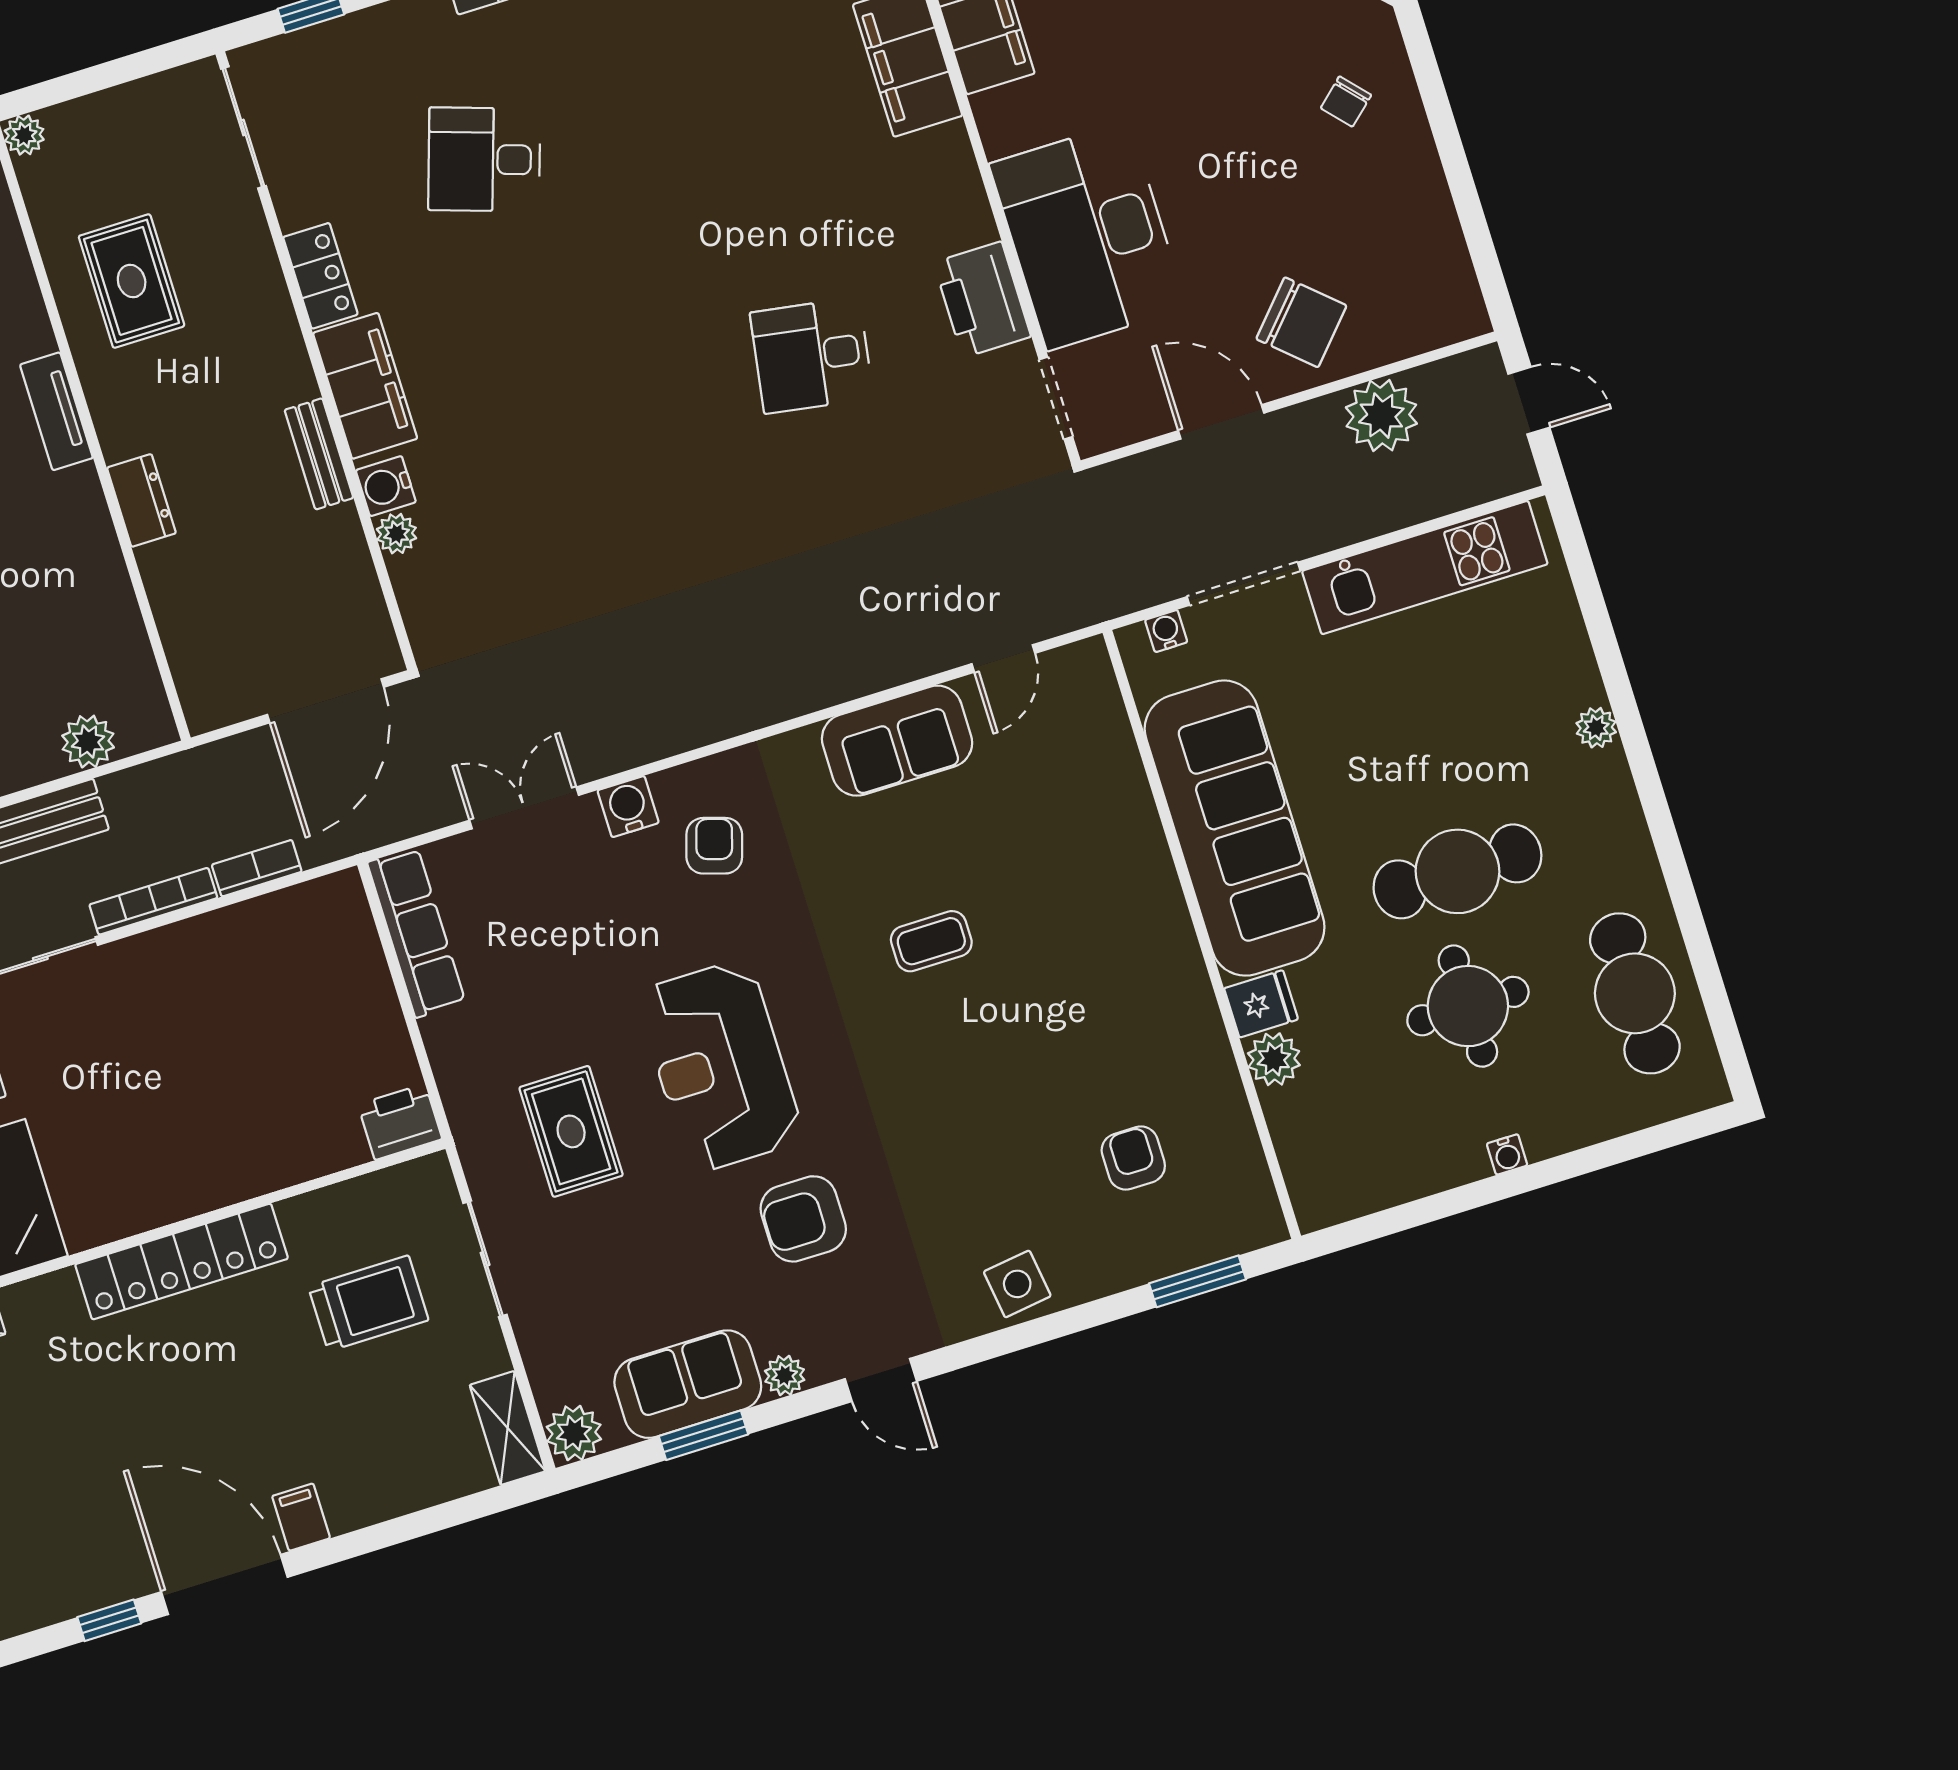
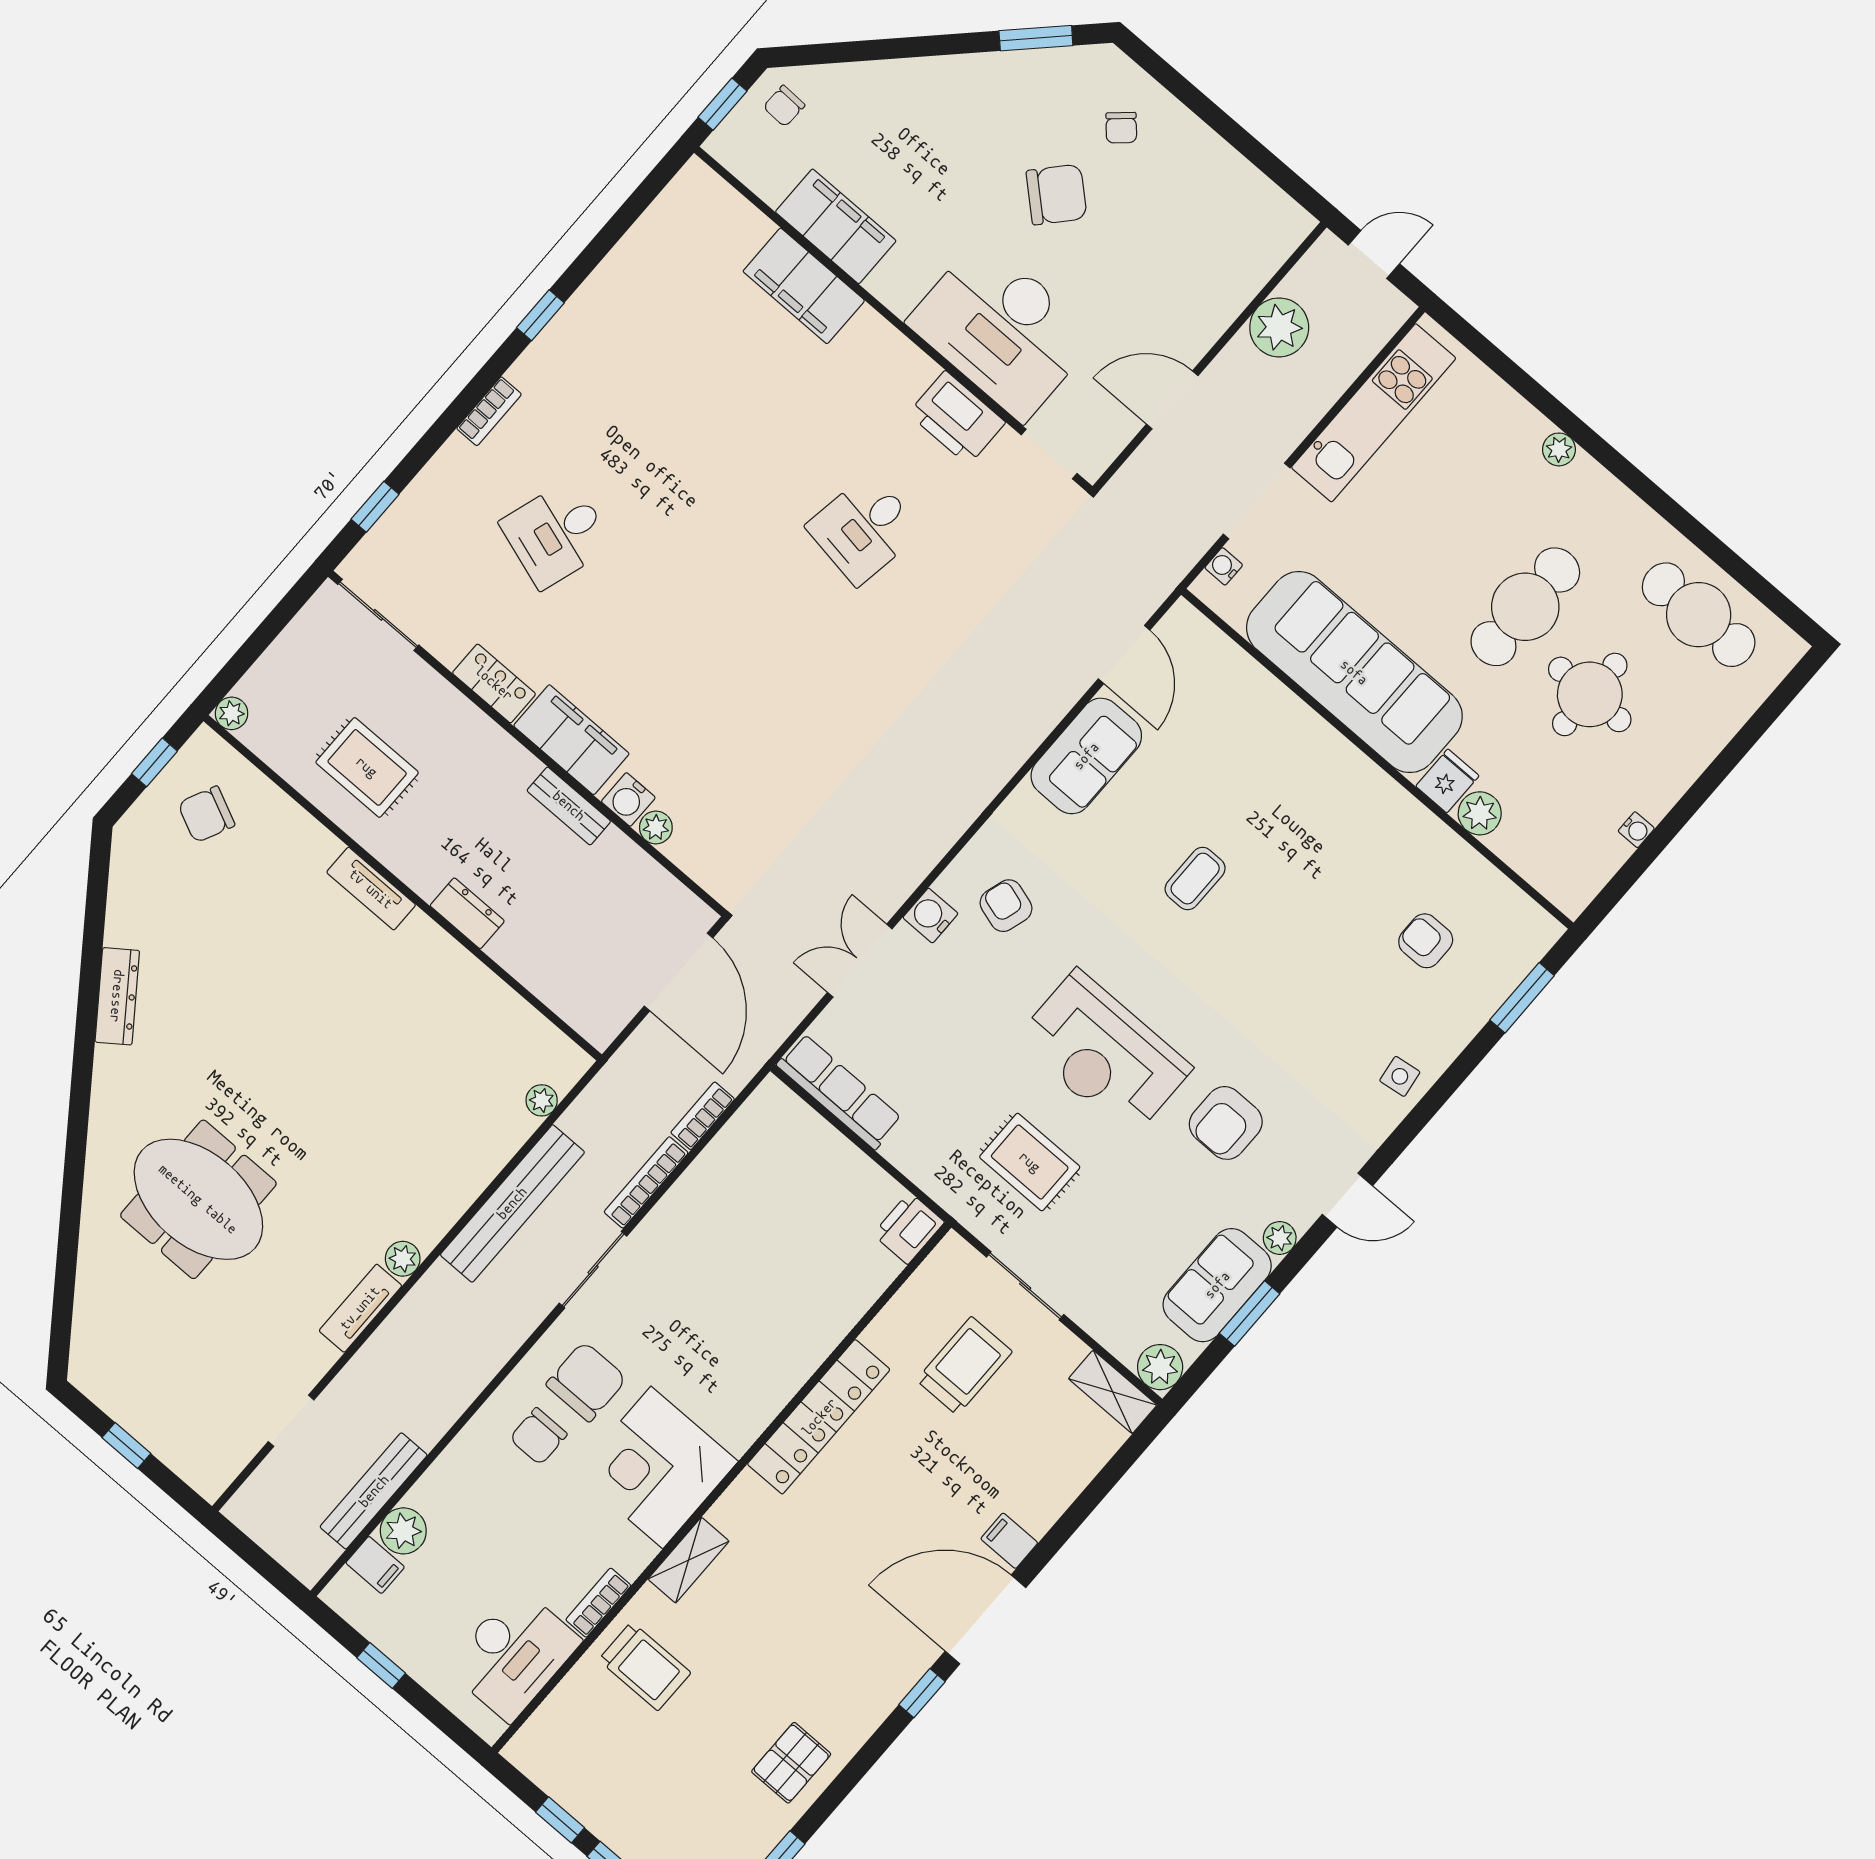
chair: (1301, 322) -> (1057, 195), moved
door: (1003, 659) -> (1124, 654), width x1.38
plant: (88, 742) -> (542, 1100), width x0.73, depth x0.73
water cooler: (1507, 1154) -> (1636, 830), moved
side table: (1017, 1284) -> (1400, 1076), width x0.73, depth x0.73

